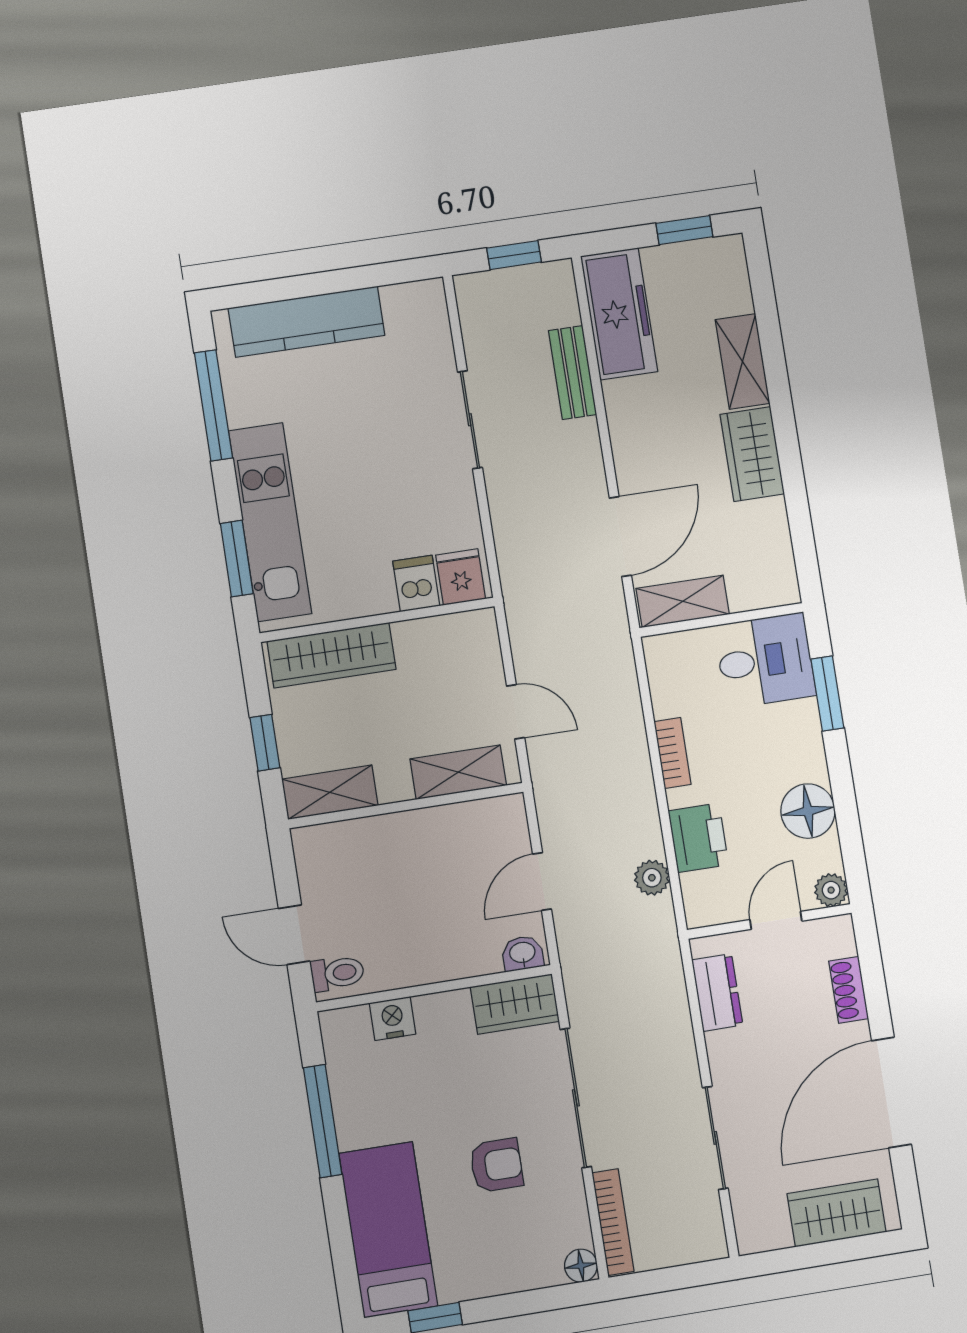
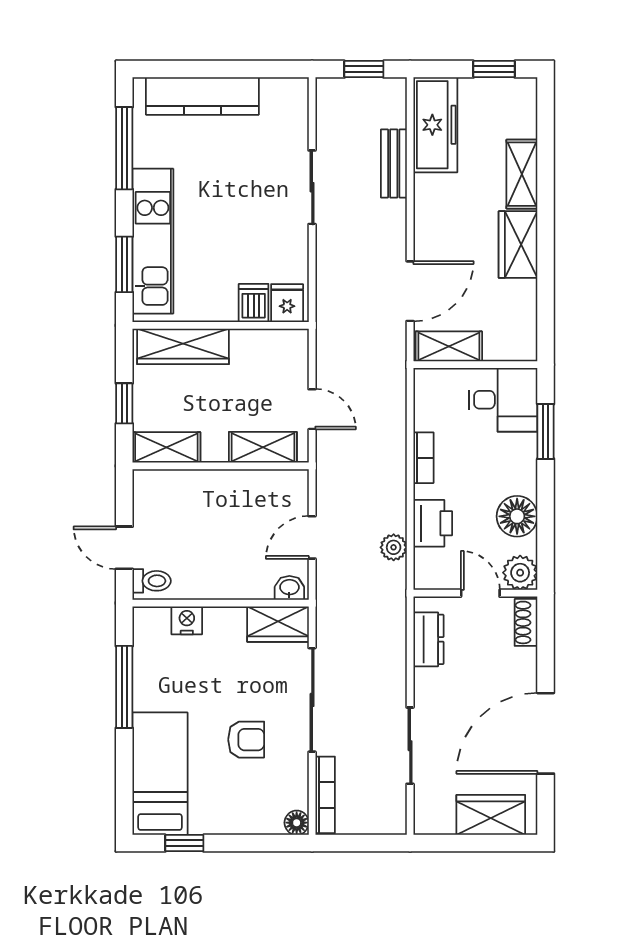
plant: (831, 890) -> (520, 573), width x1.38, depth x1.38
door: (776, 920) -> (480, 593), hinge flipped
shoe rack: (849, 990) -> (526, 622), moved

